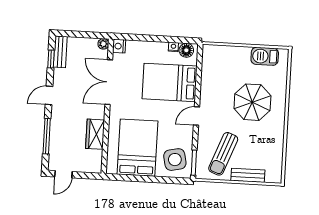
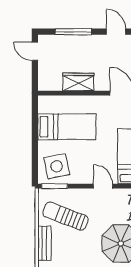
bed: (138, 148) -> (67, 127), width x0.67

